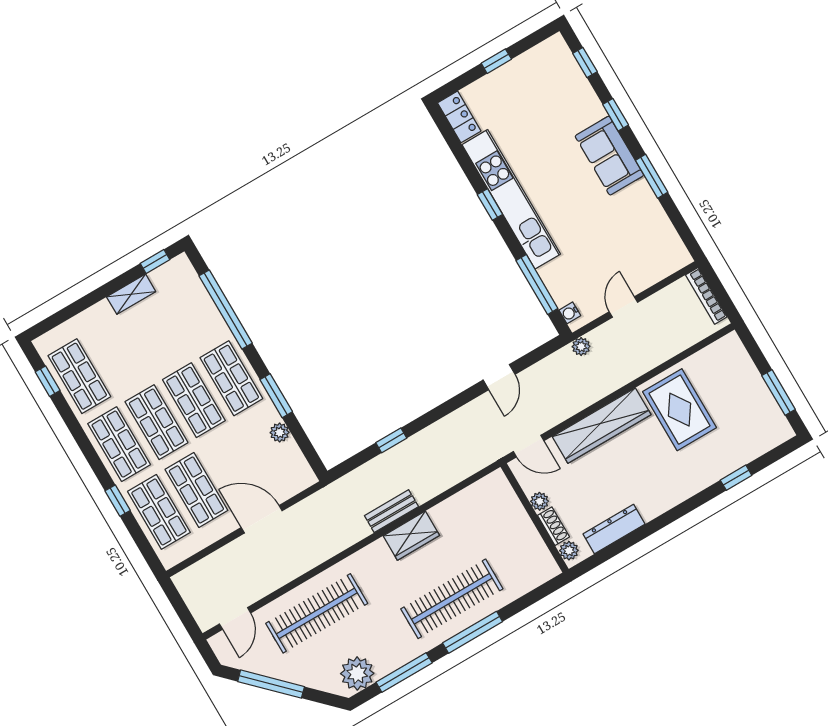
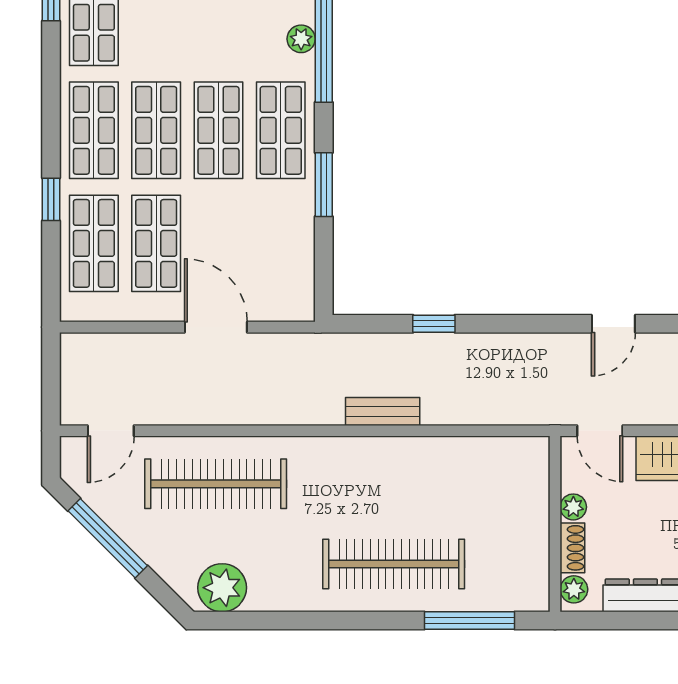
plant: (280, 432) -> (301, 39), moved
wardrobe: (411, 536) -> (389, 456), removed
window: (473, 632) -> (470, 621), moved
window: (404, 673) -> (281, 621), removed

